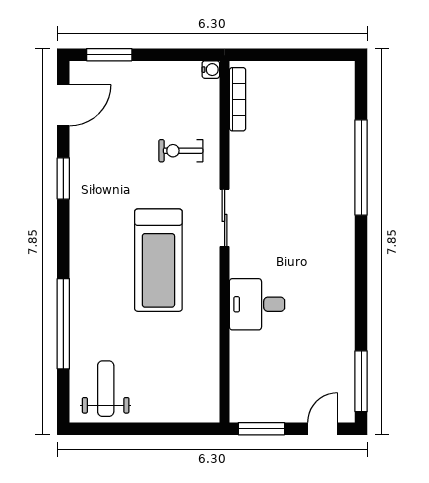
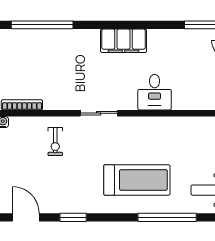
window: (361, 167) -> (42, 25), moved
filing cabinet: (337, 256) -> (124, 41), added
treadmill: (158, 260) -> (137, 180), moved

